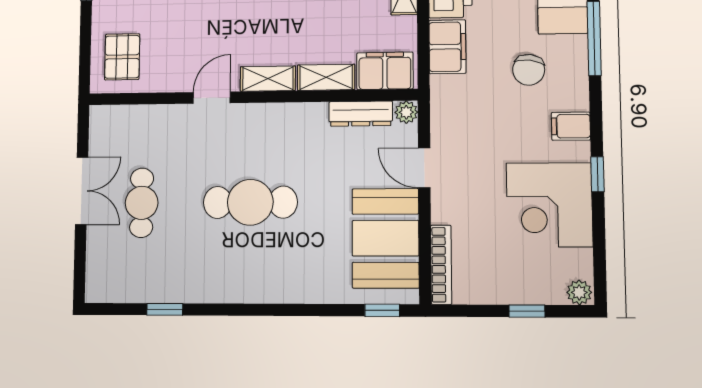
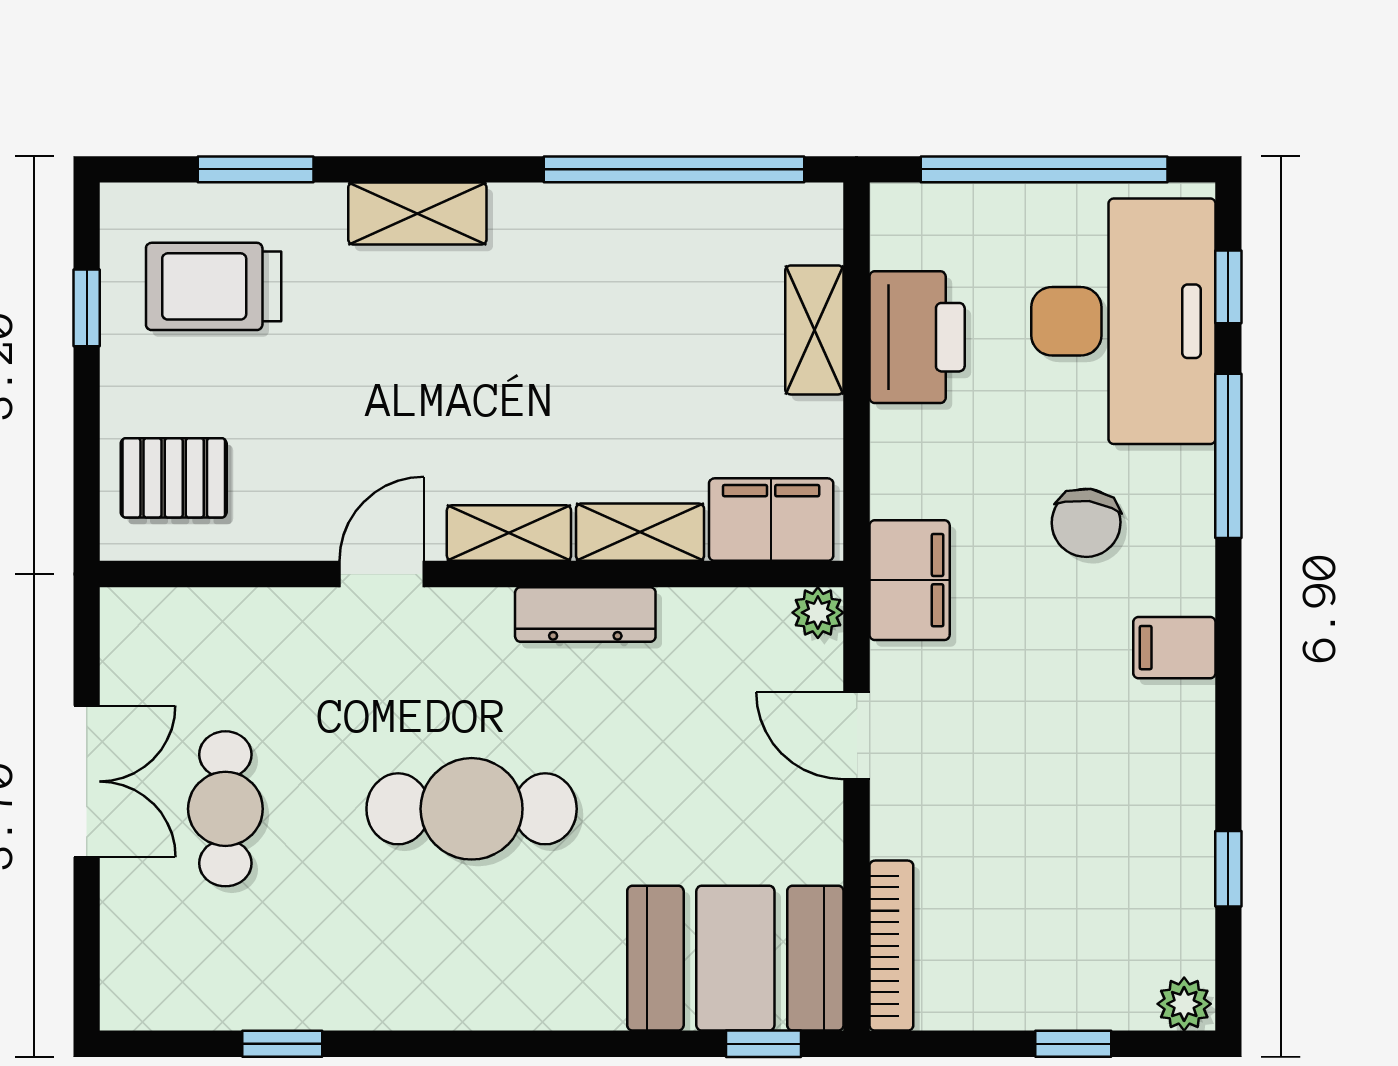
filing cabinet: (447, 47) -> (910, 580), moved
pallet: (122, 57) -> (174, 478), turned 90
dresser: (361, 114) -> (585, 614), moved
window: (597, 174) -> (1228, 869), moved
corner desk: (549, 205) -> (1125, 817), removed
booth: (385, 238) -> (735, 958), moved, turned 90

